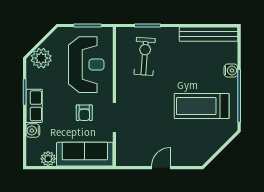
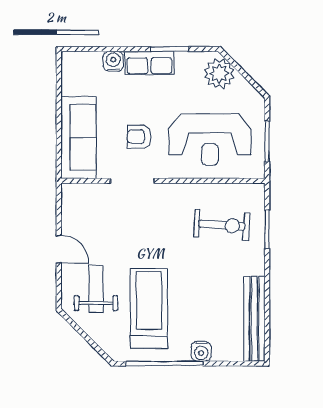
weight bench: (188, 142) -> (96, 289), added
plant: (48, 159) -> (72, 84), removed

